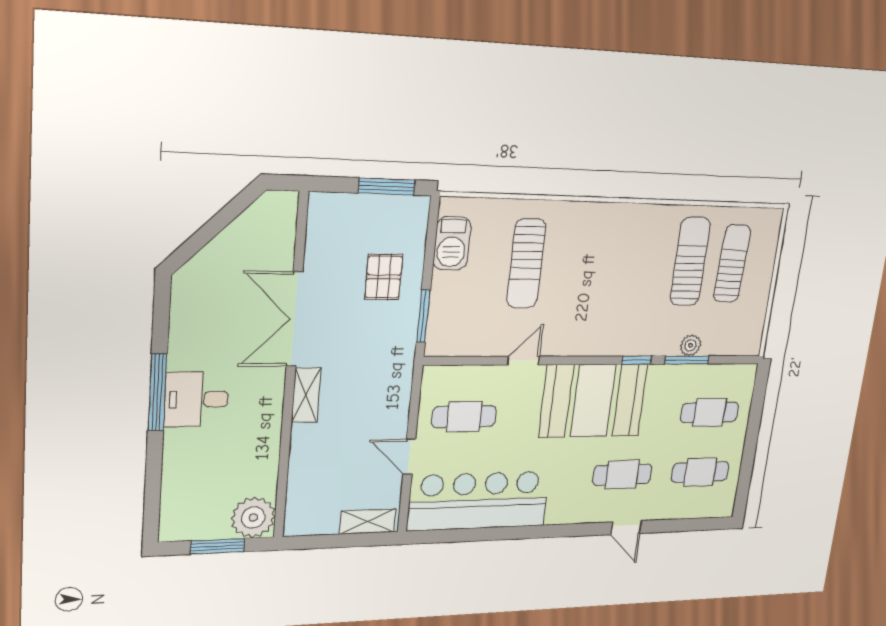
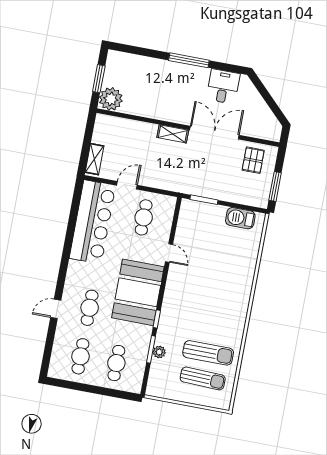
sun lounger: (526, 263) -> (223, 258), removed
pallet: (384, 277) -> (253, 160), moved, turned 90
desk: (197, 399) -> (223, 87), moved

